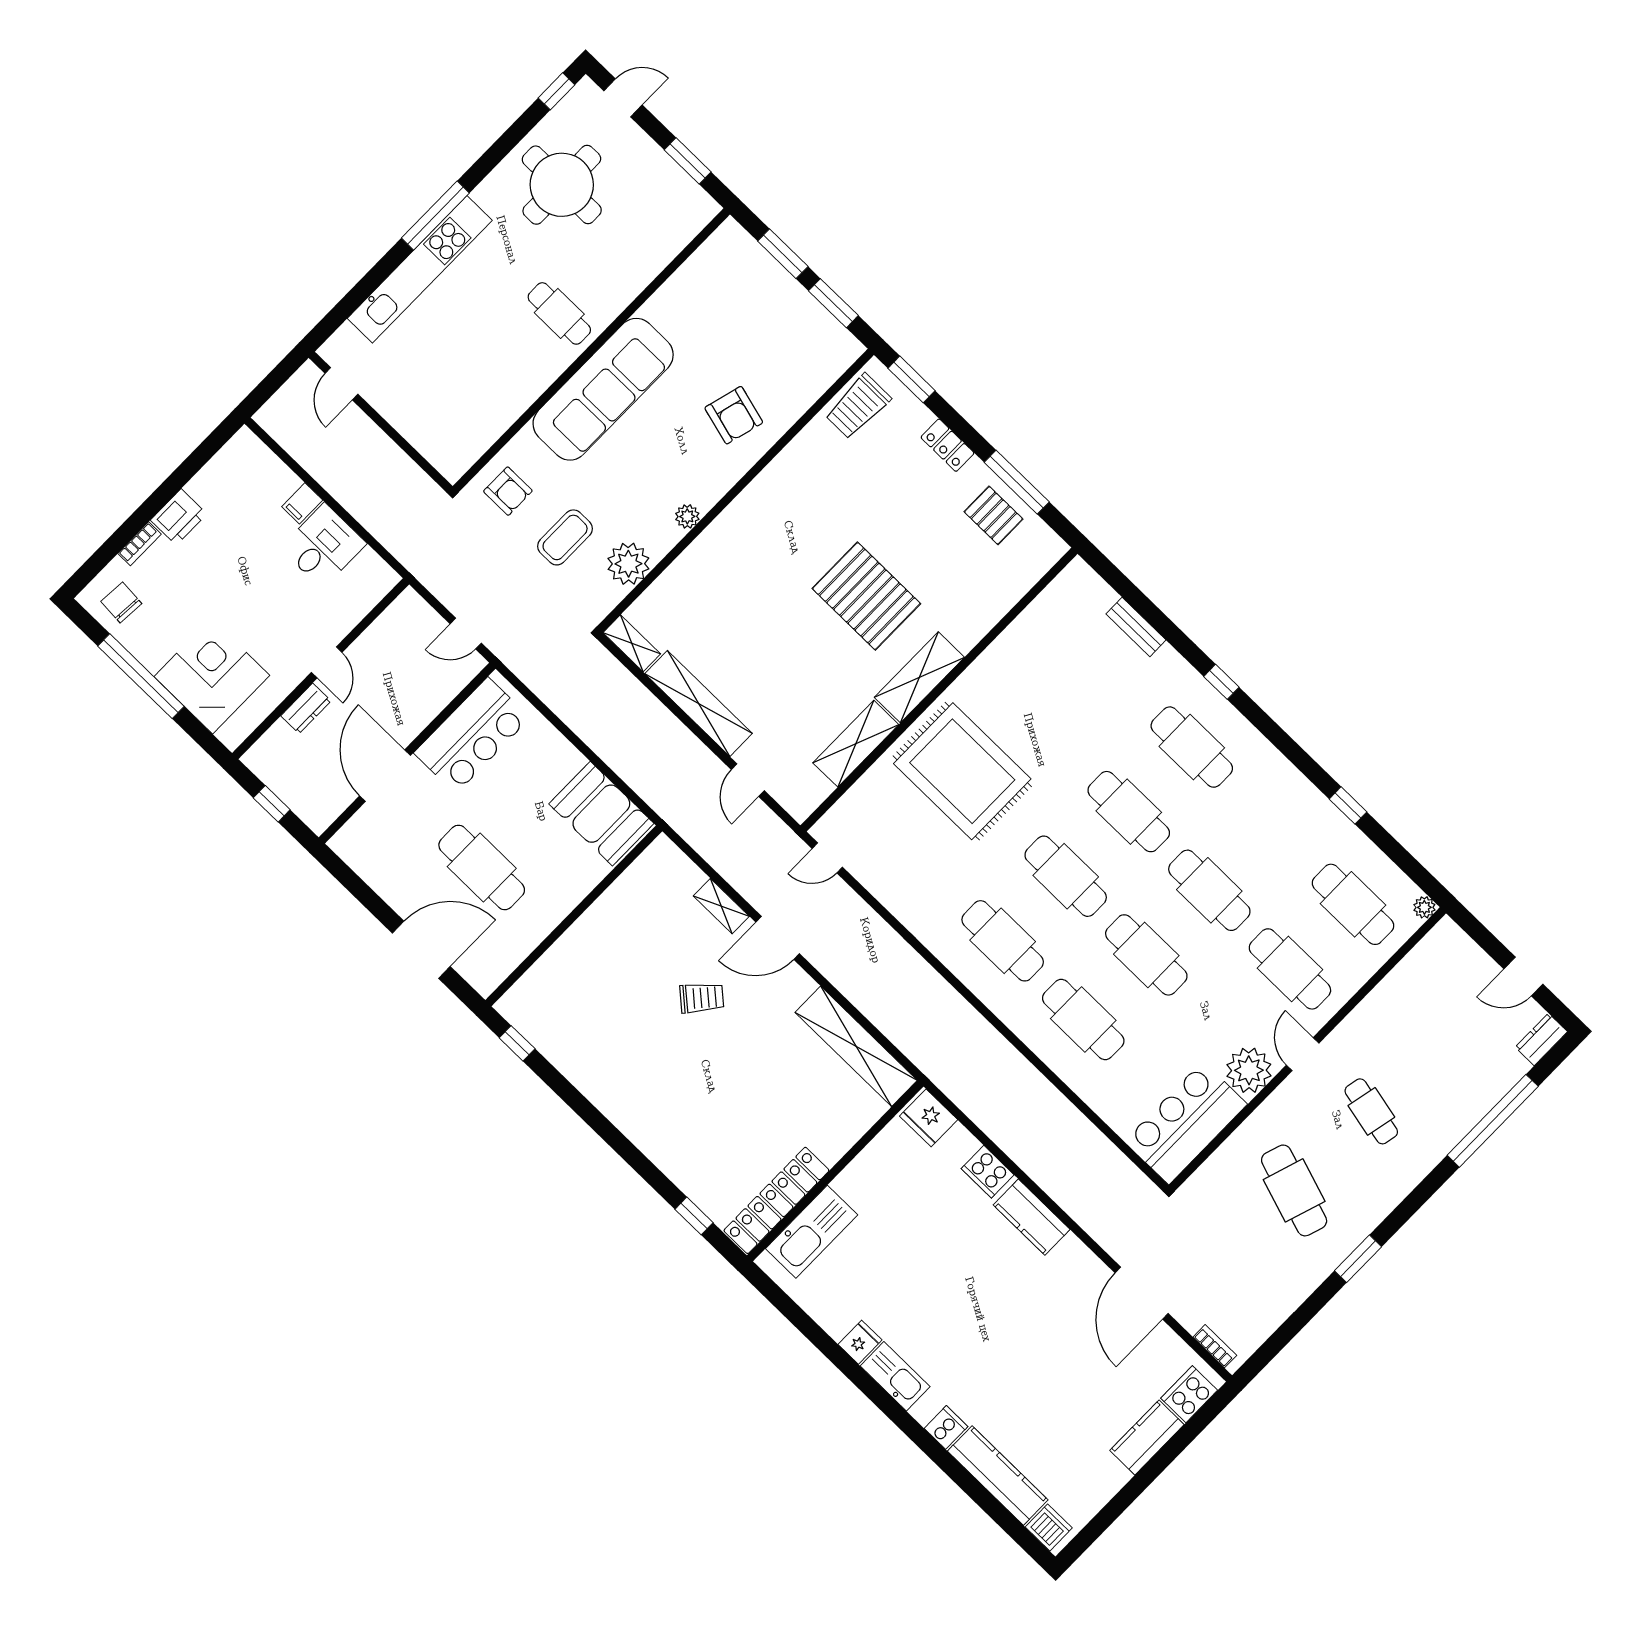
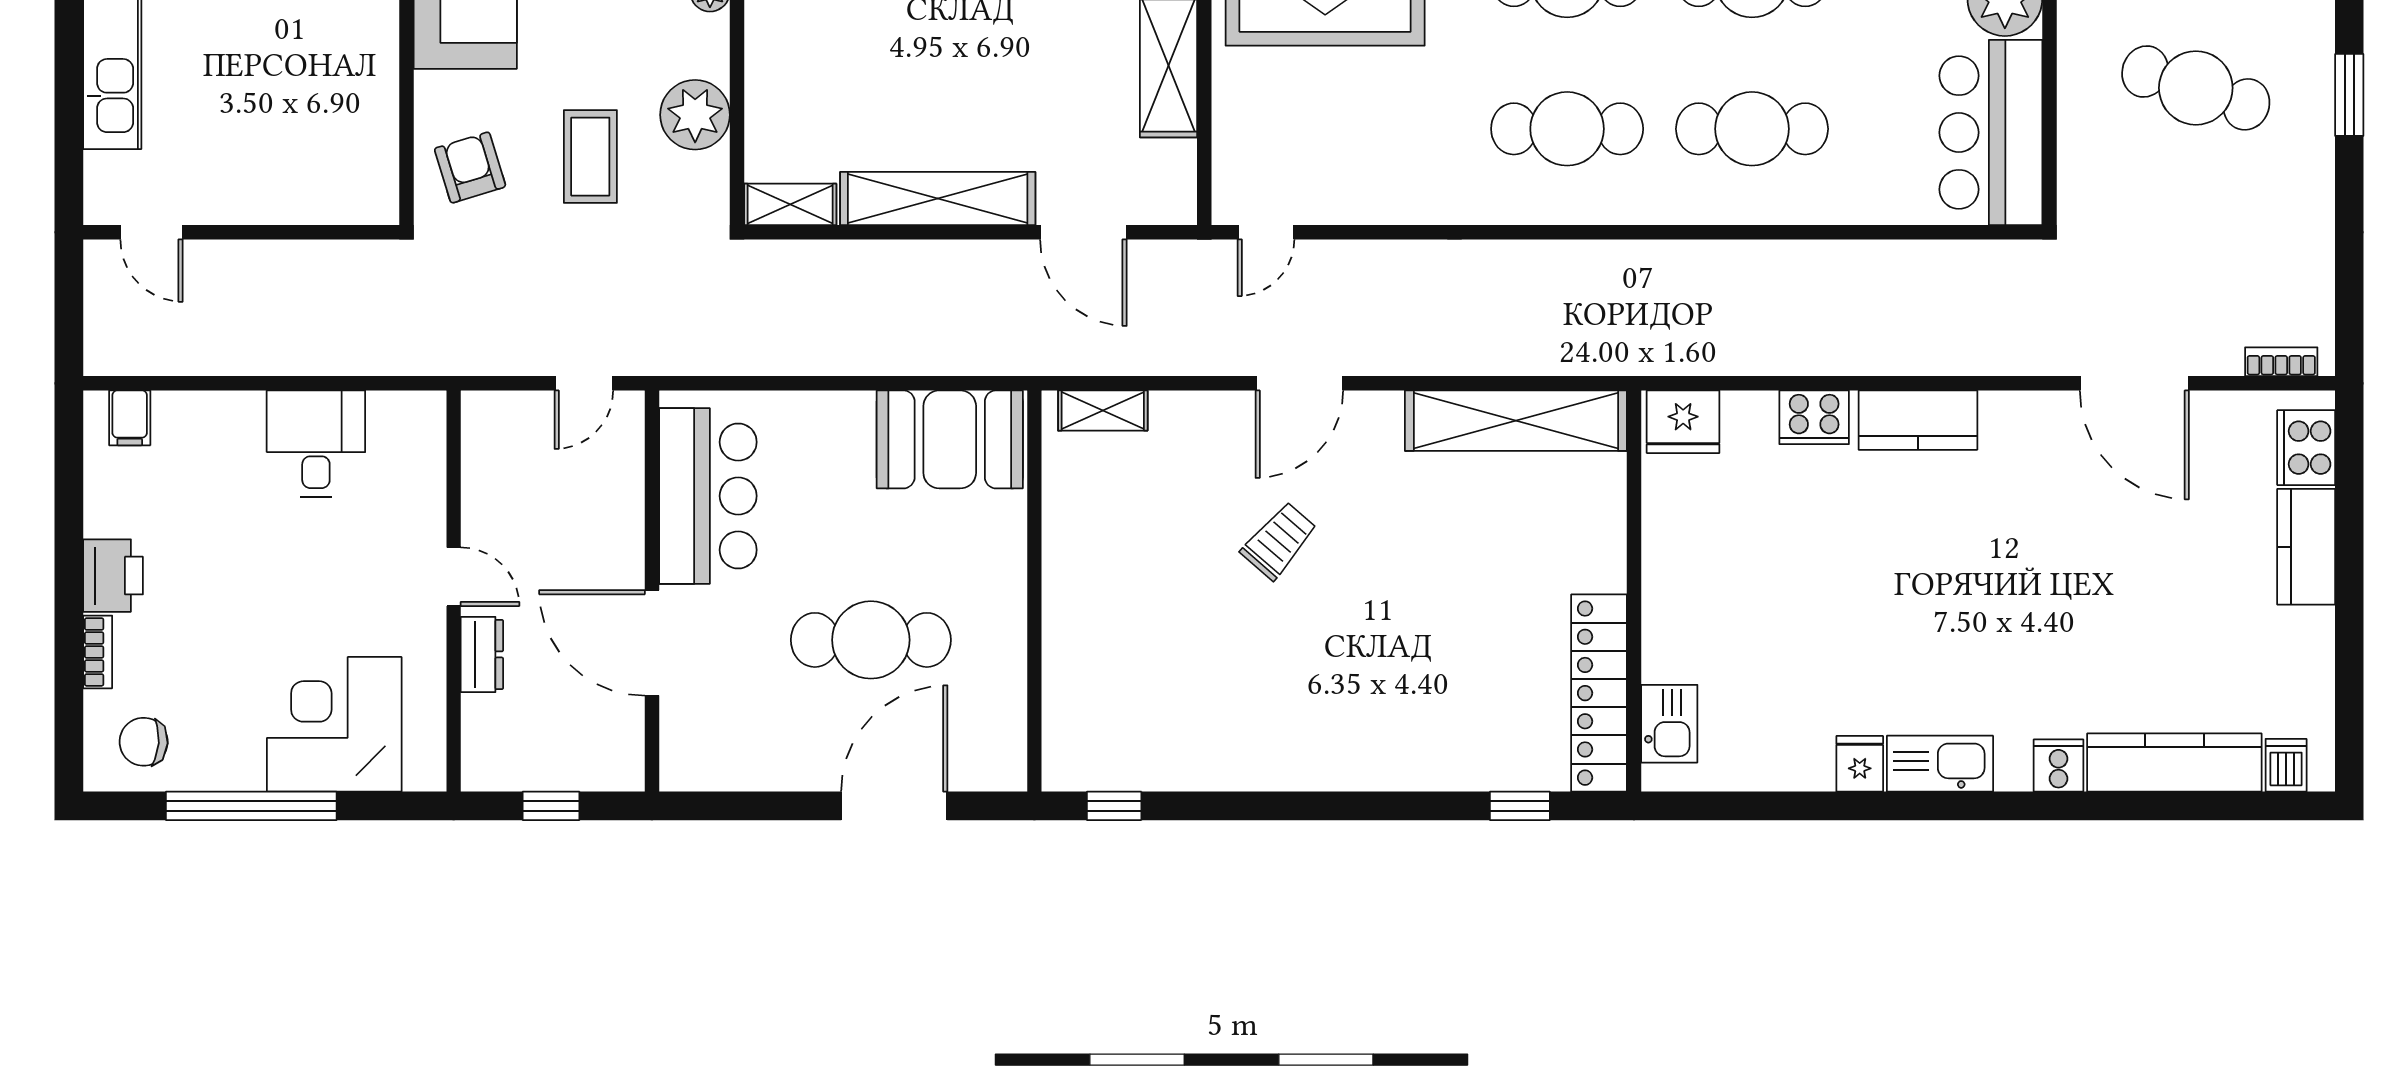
armchair: (508, 491) -> (470, 168), turned -107
filing cabinet: (302, 503) -> (130, 418), moved
door: (748, 780) -> (1083, 232), width x1.38
shelving: (721, 906) -> (1103, 411), moved
kitchen sink: (812, 1232) -> (1669, 724), width x0.53, depth x0.81
dishwasher: (1049, 1527) -> (2286, 765), width x0.73

